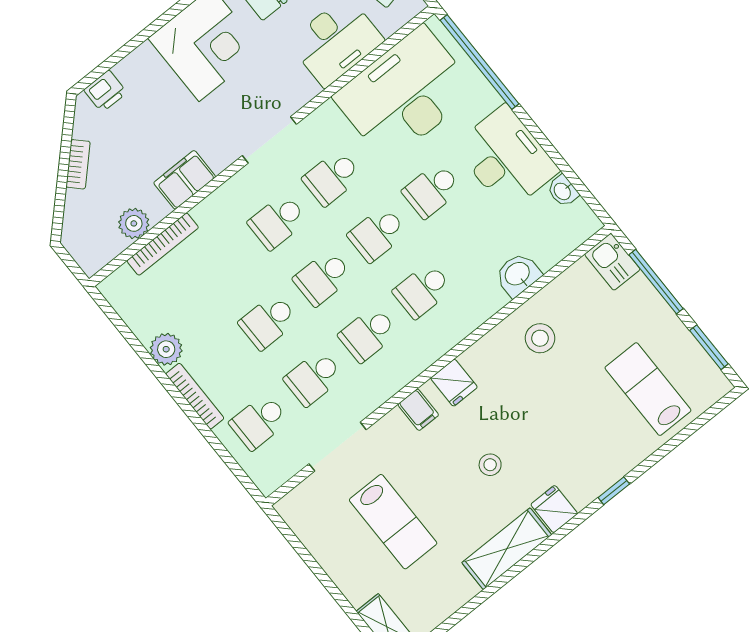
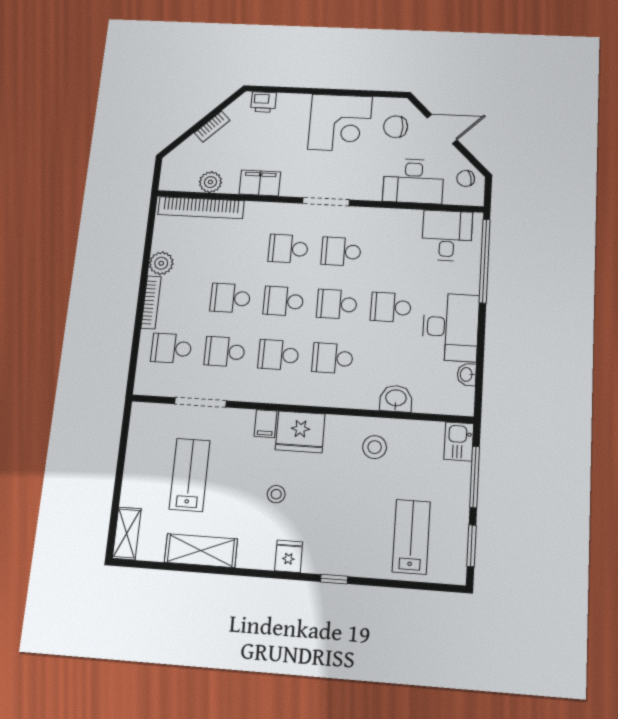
desk: (405, 94) -> (447, 236), width x0.53, depth x0.77
bookcase: (163, 244) -> (201, 208), width x1.48, depth x1.31
fridge: (454, 383) -> (300, 432), width x1.88, depth x1.34
lab bench: (393, 522) -> (190, 475), turned 180
shelving: (507, 549) -> (201, 551), moved

